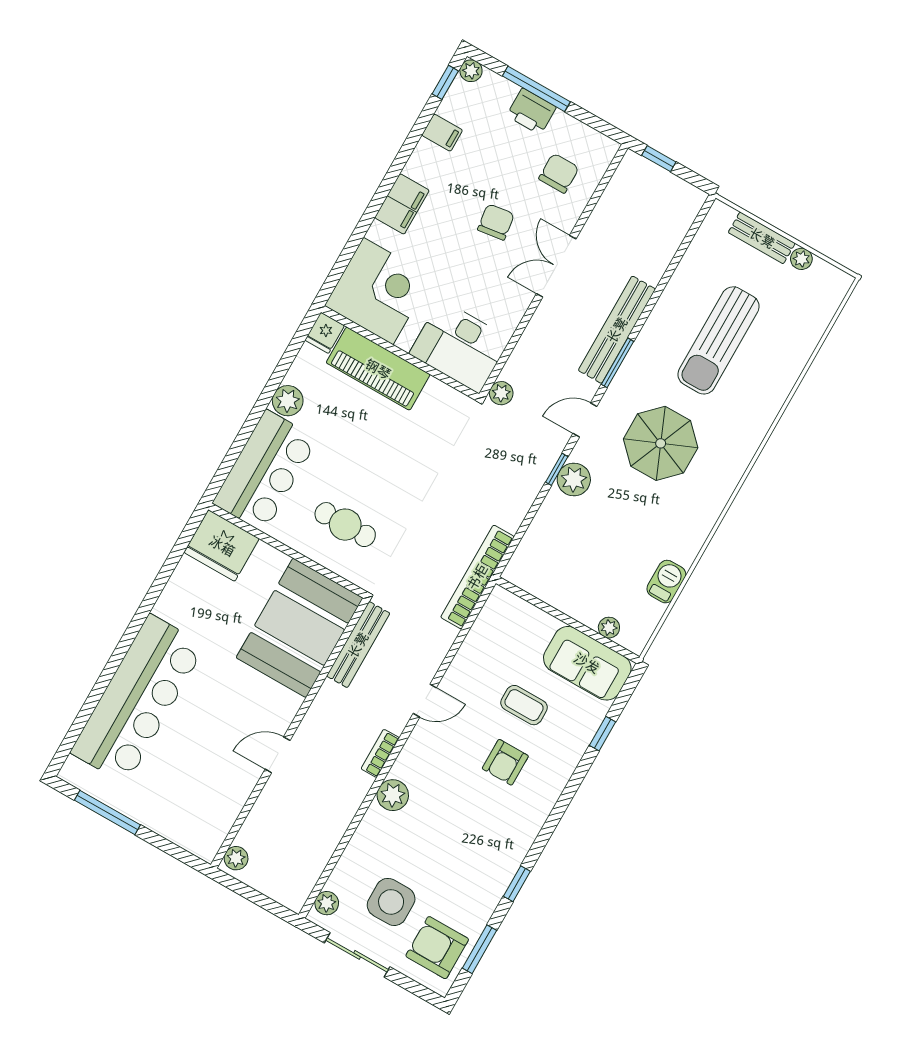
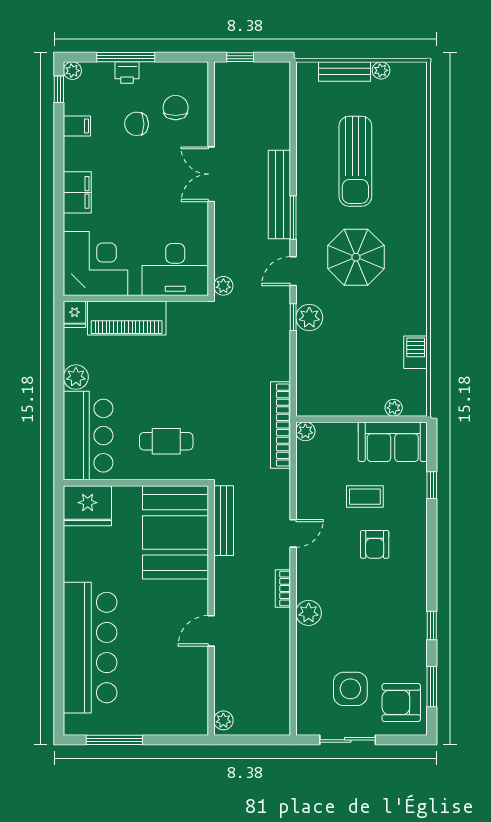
printer: (531, 111) -> (127, 72), width x0.73, depth x0.81
chair: (496, 222) -> (137, 124), moved, turned -82
plant: (327, 903) -> (305, 431), moved

